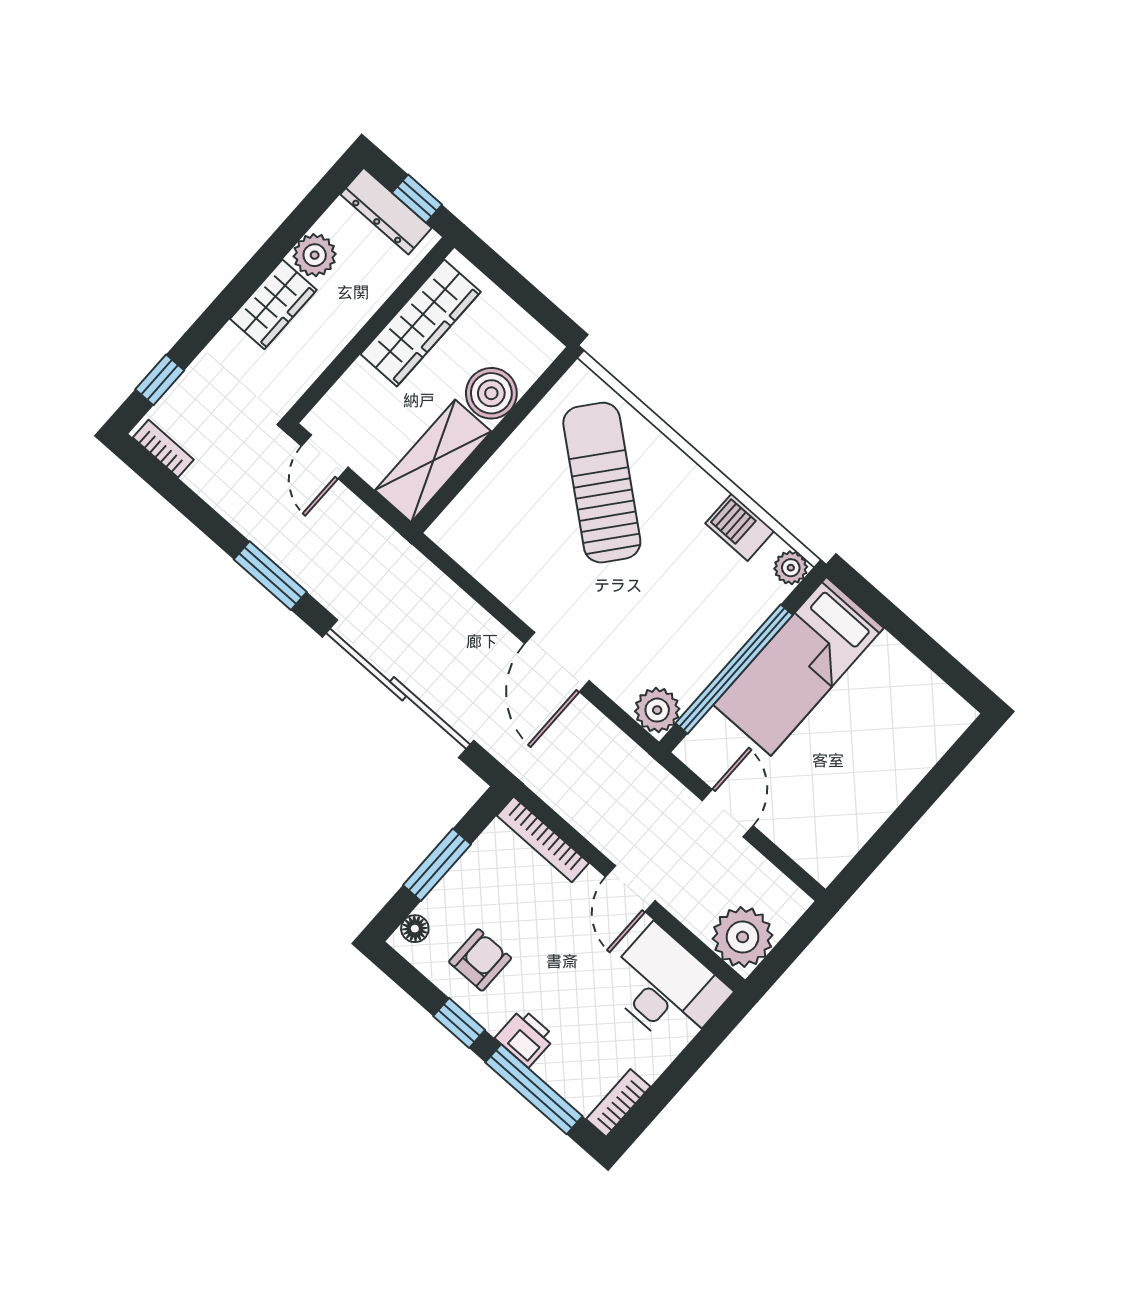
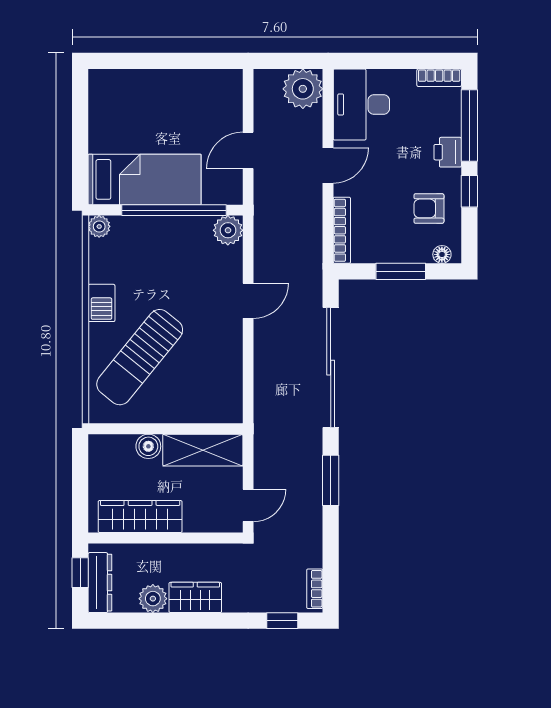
boiler: (491, 393) -> (148, 446), width x0.73, depth x0.73
barbecue: (740, 527) -> (101, 303), moved
door: (557, 662) -> (248, 301), width x0.73

